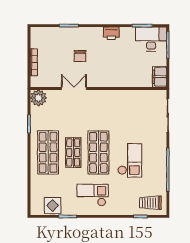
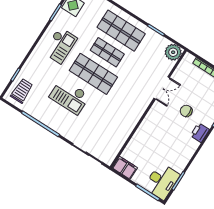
printer: (111, 33) -> (200, 133), moved

